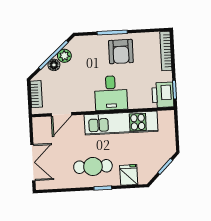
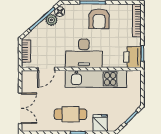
floor lamp: (54, 65) -> (60, 12), moved
desk: (111, 93) -> (84, 53), width x1.37

